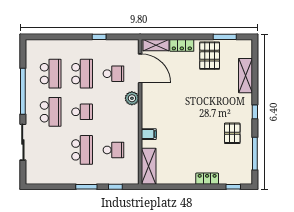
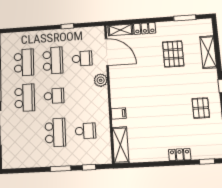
pallet: (210, 56) -> (173, 54), moved

